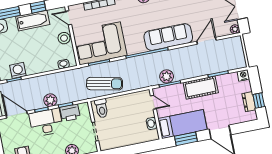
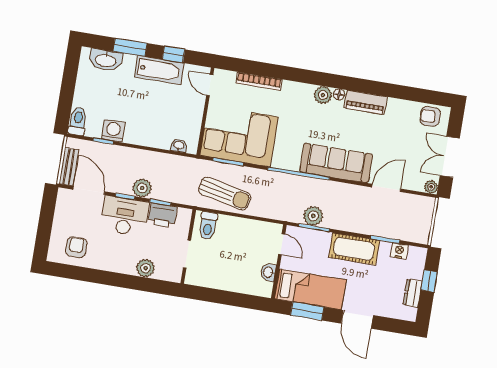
stool: (64, 38) -> (193, 110), removed
nightstand: (243, 75) -> (399, 251), moved
window: (259, 101) -> (429, 281), moved

